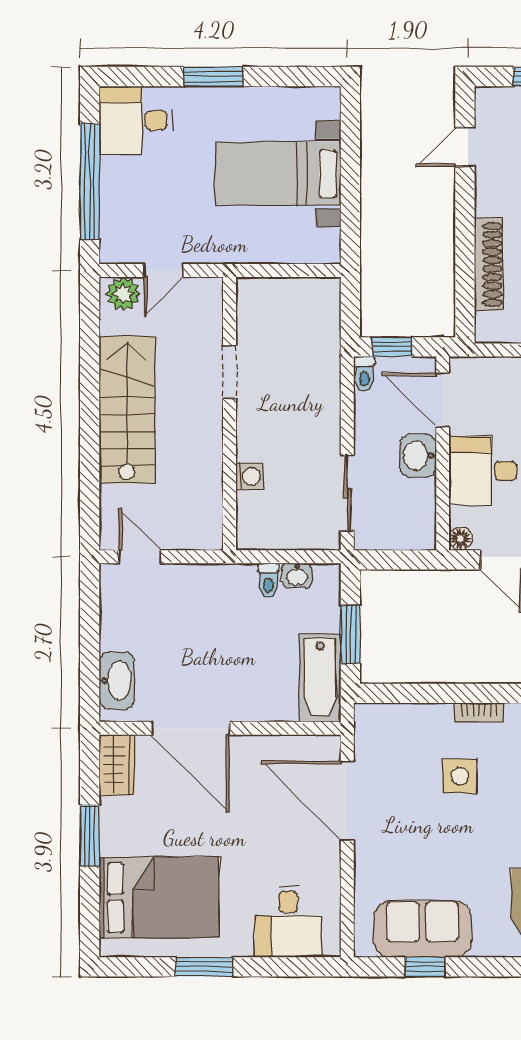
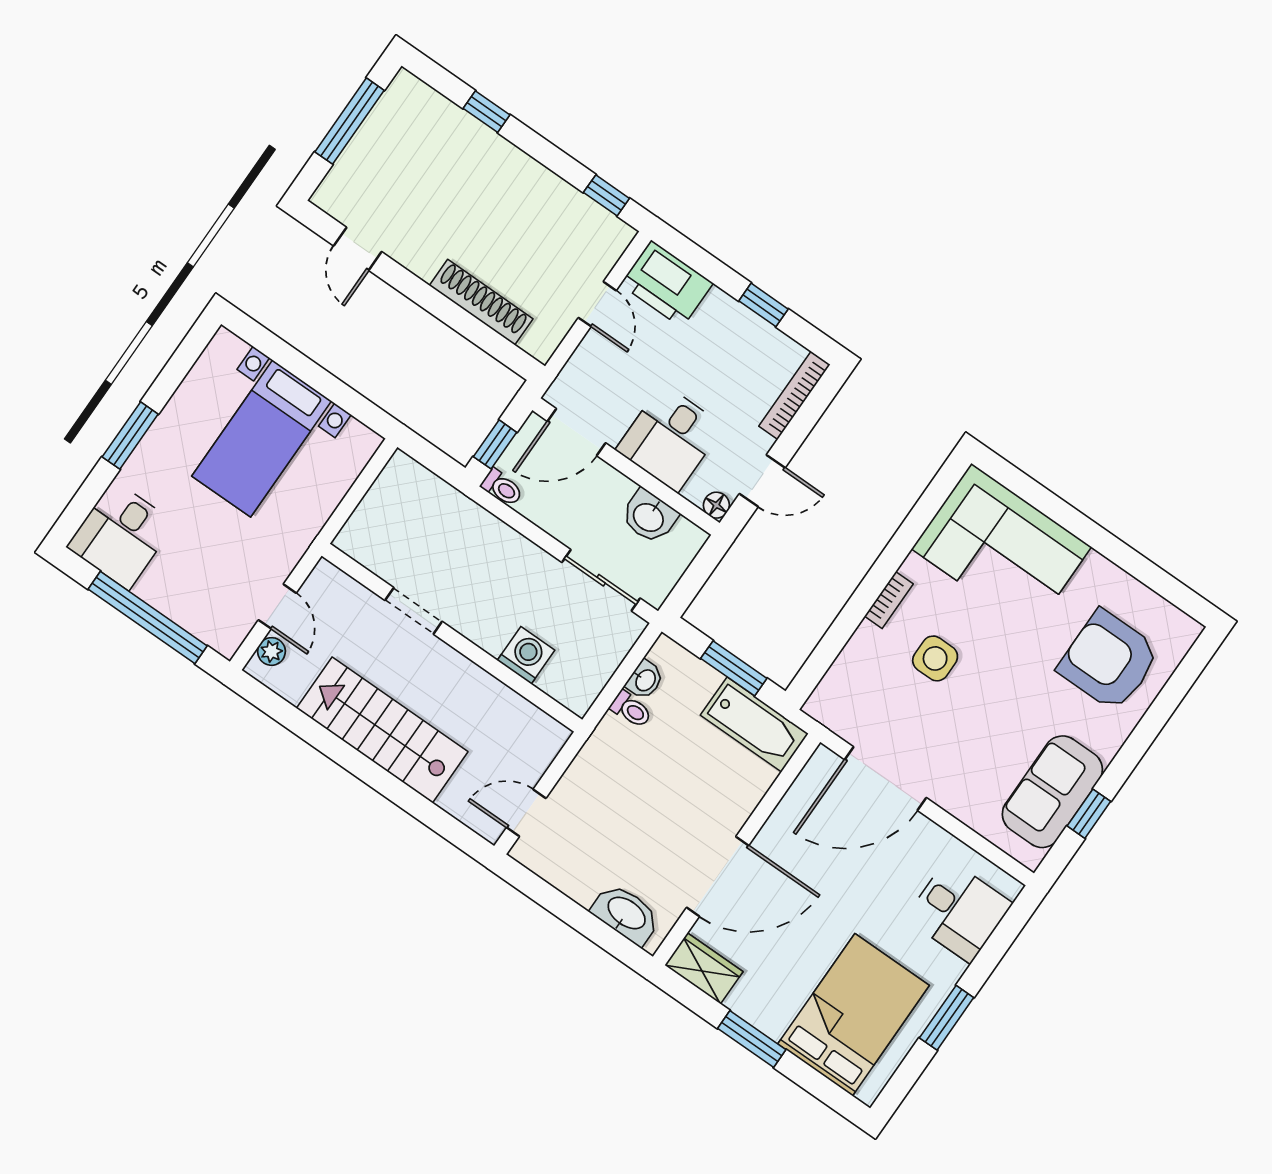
plant: (123, 294) -> (271, 651), width x0.73, depth x0.73
washbasin: (418, 456) -> (649, 517), moved
washing machine: (249, 476) -> (526, 655), width x1.38, depth x1.38

